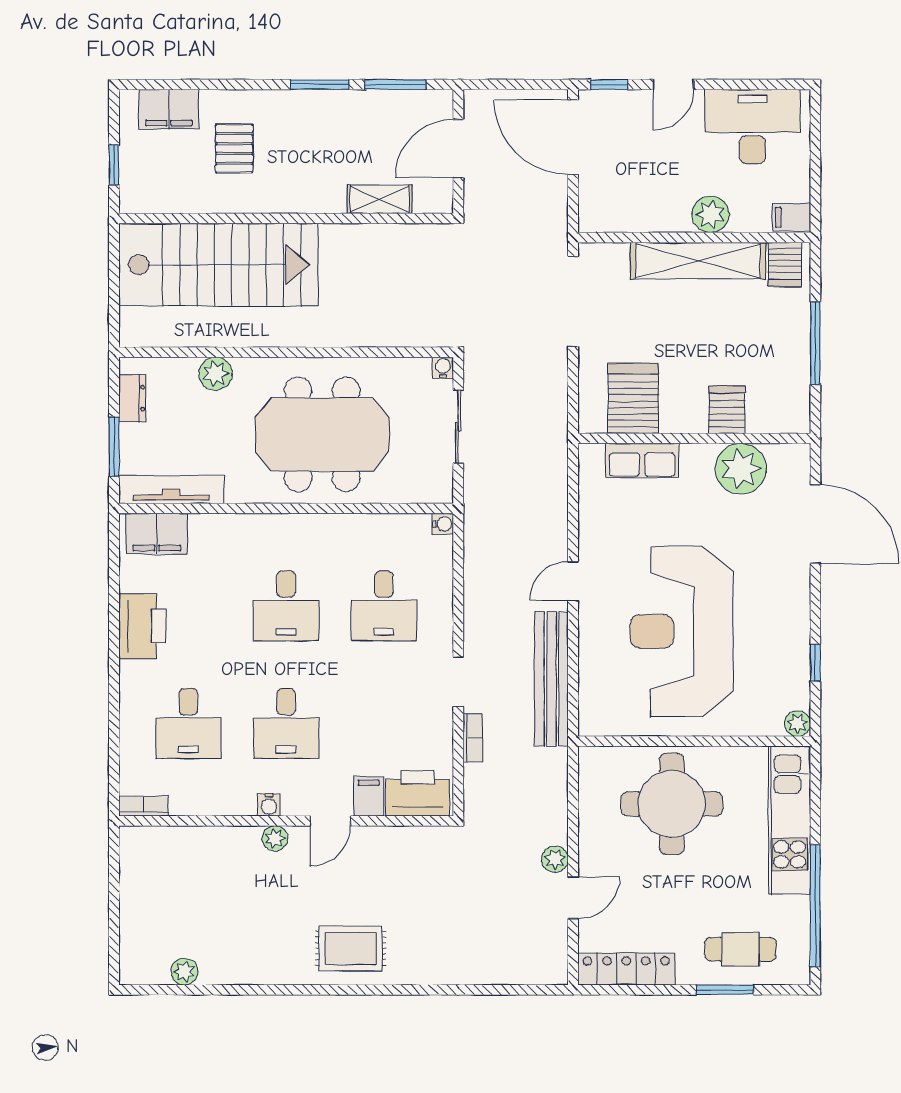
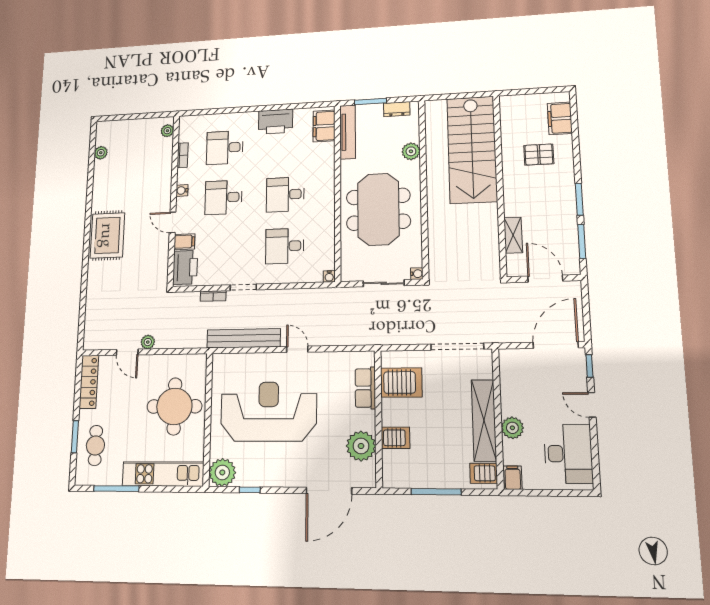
window: (114, 165) -> (526, 92), removed
plant: (798, 724) -> (222, 472), width x1.87, depth x1.87
bookcase: (144, 806) -> (183, 155), moved
plant: (275, 838) -> (167, 131), moved
window: (815, 906) -> (116, 488), width x0.68
rug: (351, 949) -> (107, 235), width x1.36, depth x1.43

